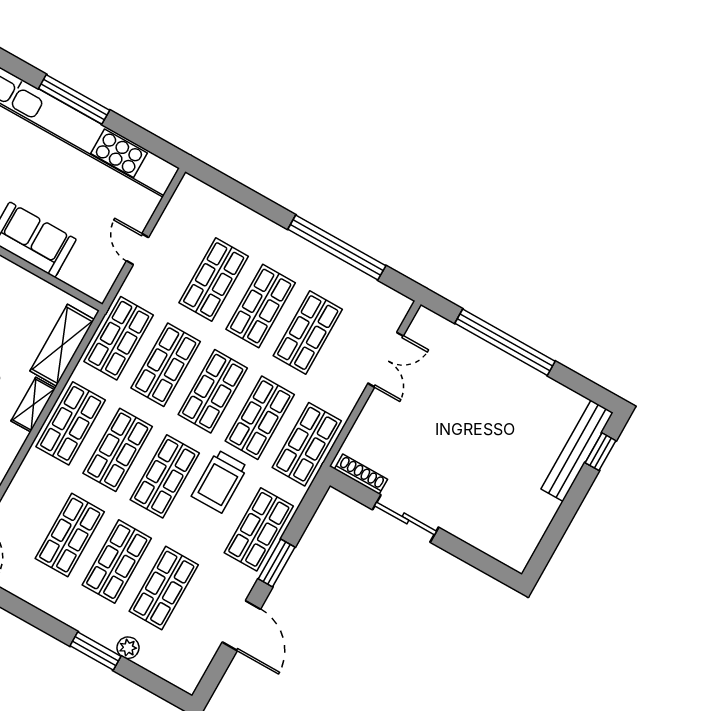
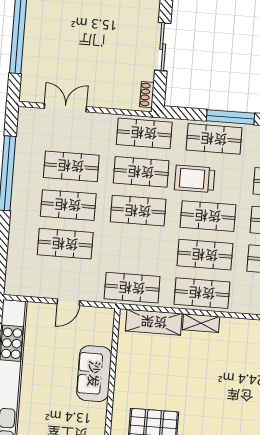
shop shelf: (166, 365) -> (135, 249), removed
shoe rack: (361, 474) -> (147, 95), width x0.70
trolley: (220, 481) -> (195, 179), turned 180
window: (277, 563) -> (231, 117), width x1.44

